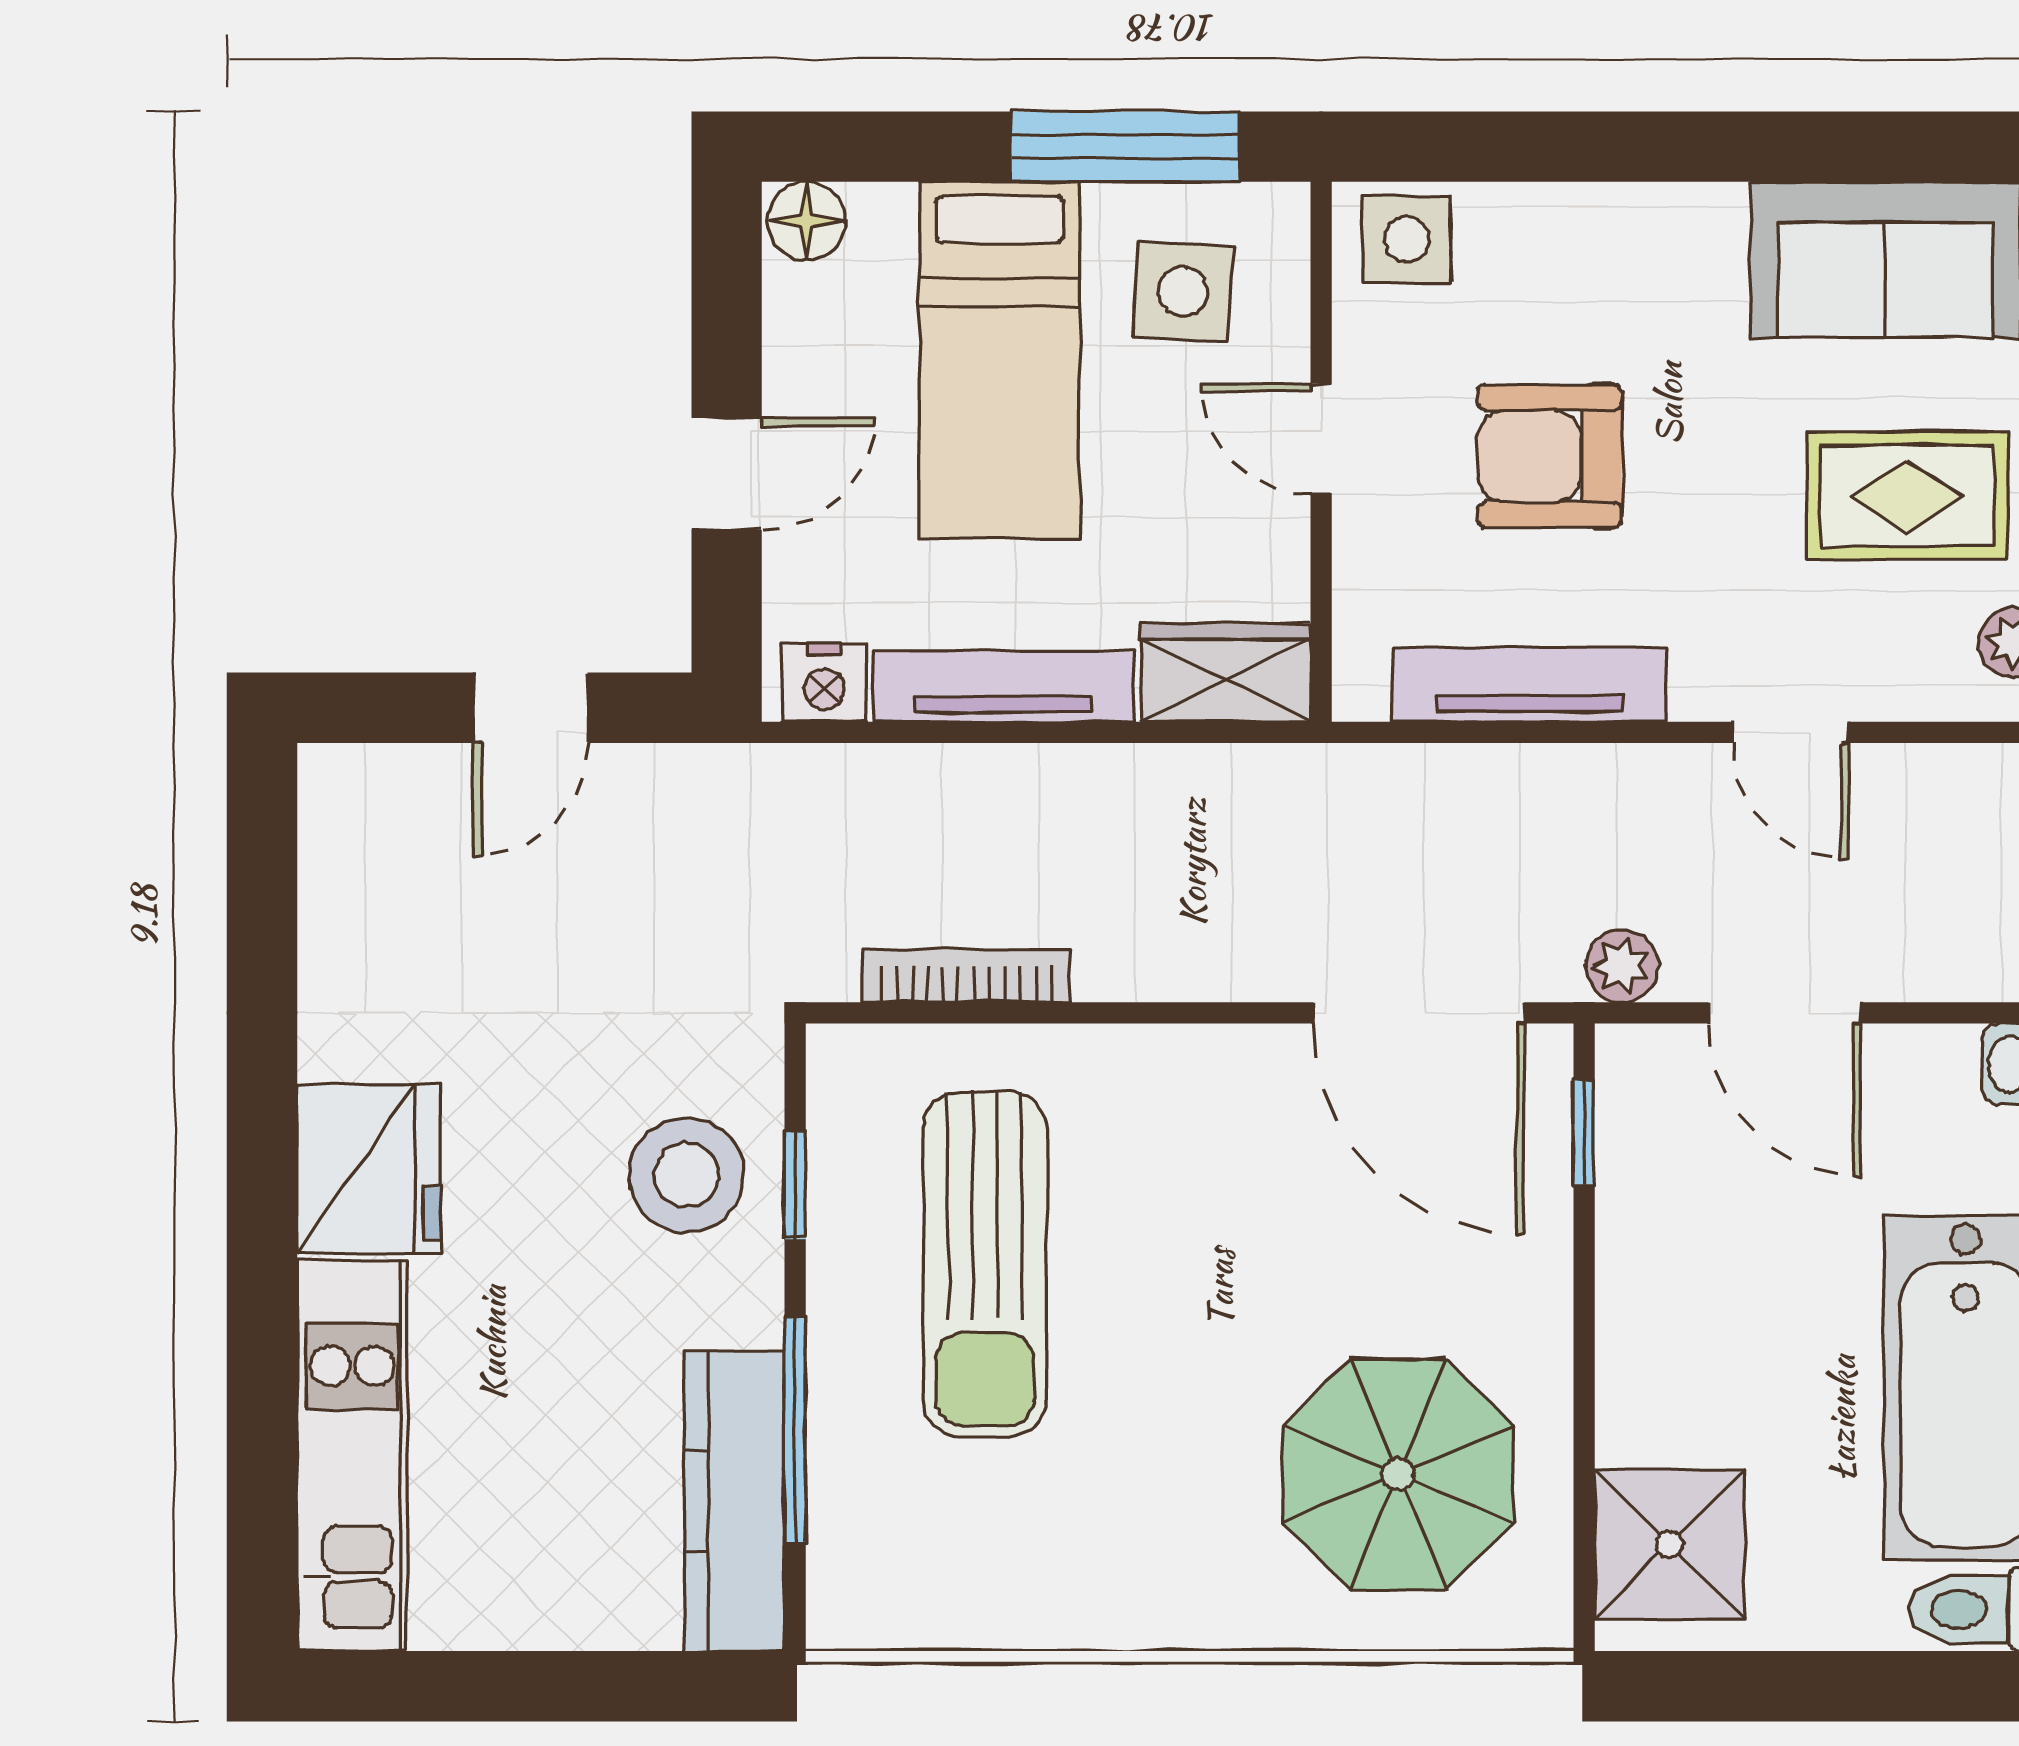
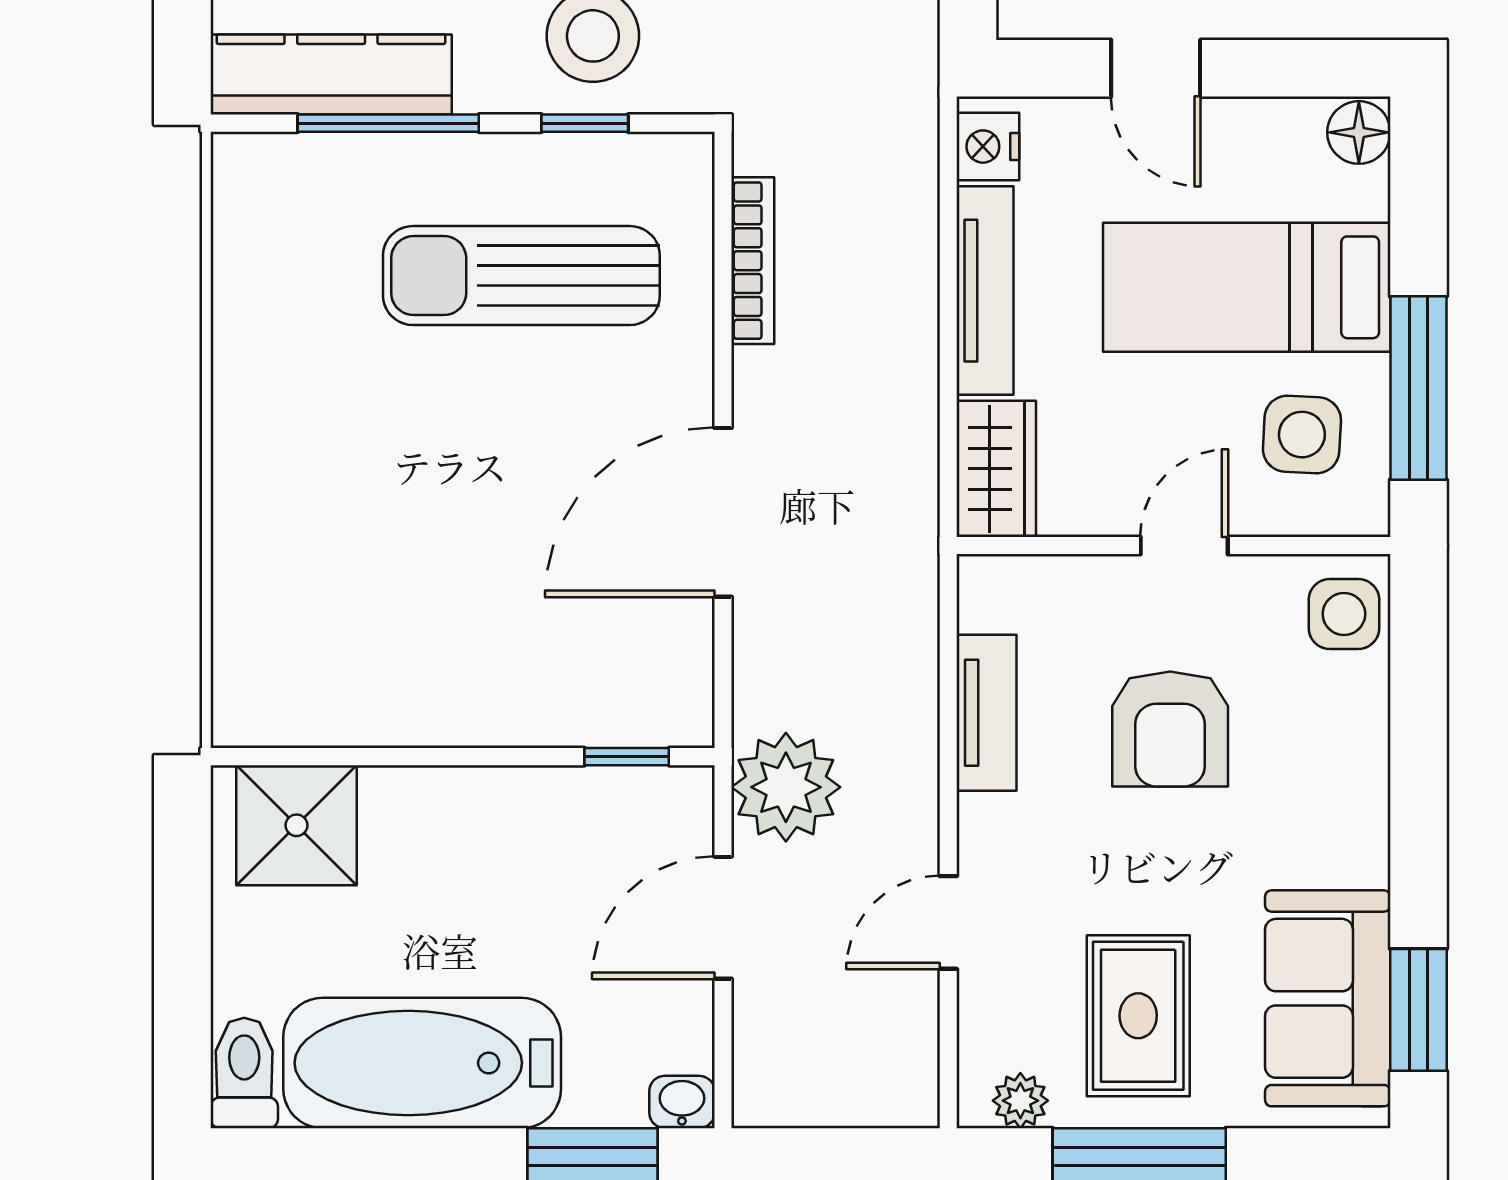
window: (1900, 147) -> (1418, 1010), added
armchair: (1550, 456) -> (1170, 729), turned 180
tv unit: (1530, 685) -> (987, 713), width x0.71
plant: (1622, 966) -> (786, 787), width x1.88, depth x1.88
door: (1419, 1013) -> (723, 512), moved
parasol: (1398, 1474) -> (353, 607), removed

